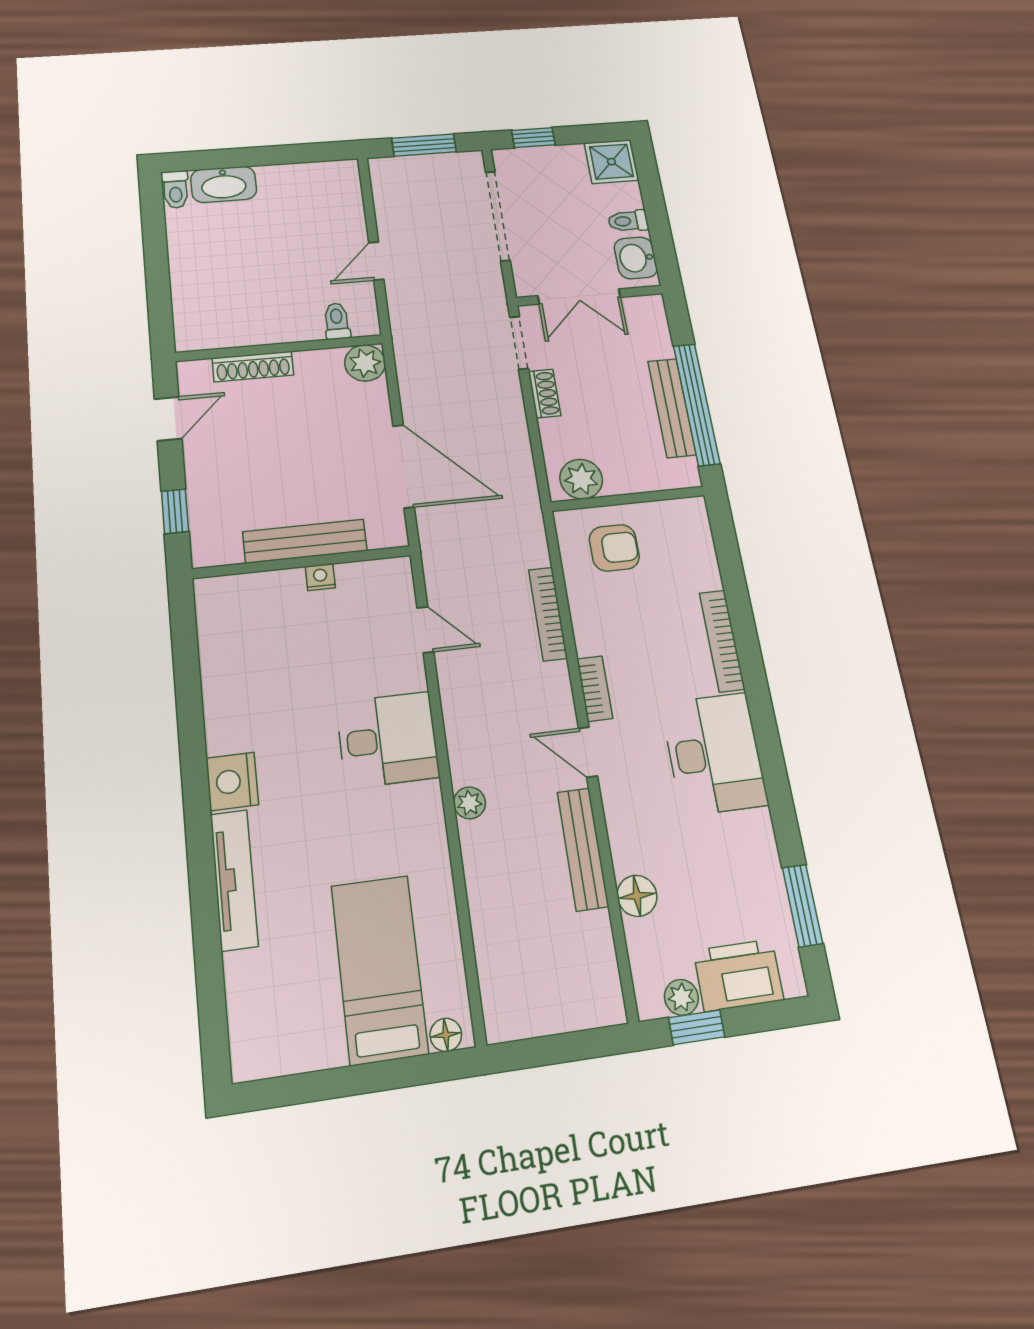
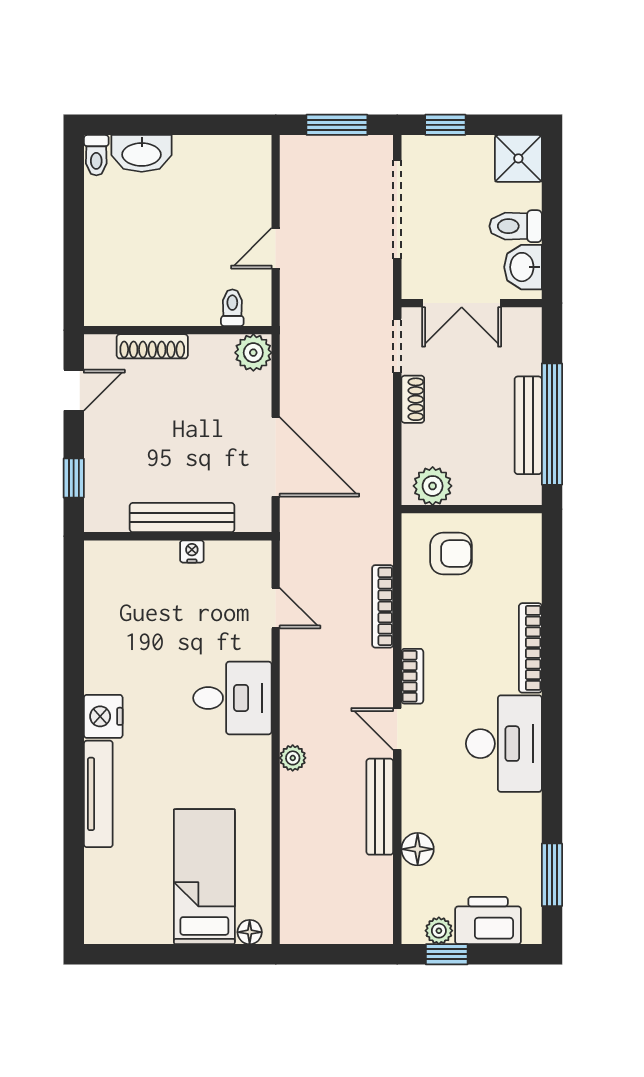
toilet: (628, 221) -> (516, 226), width x1.37, depth x1.39

